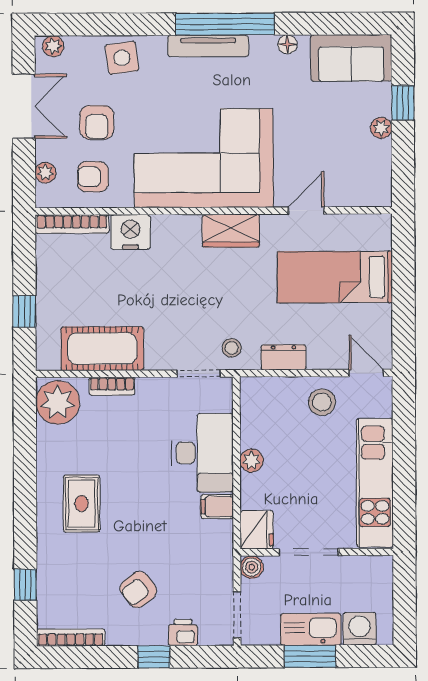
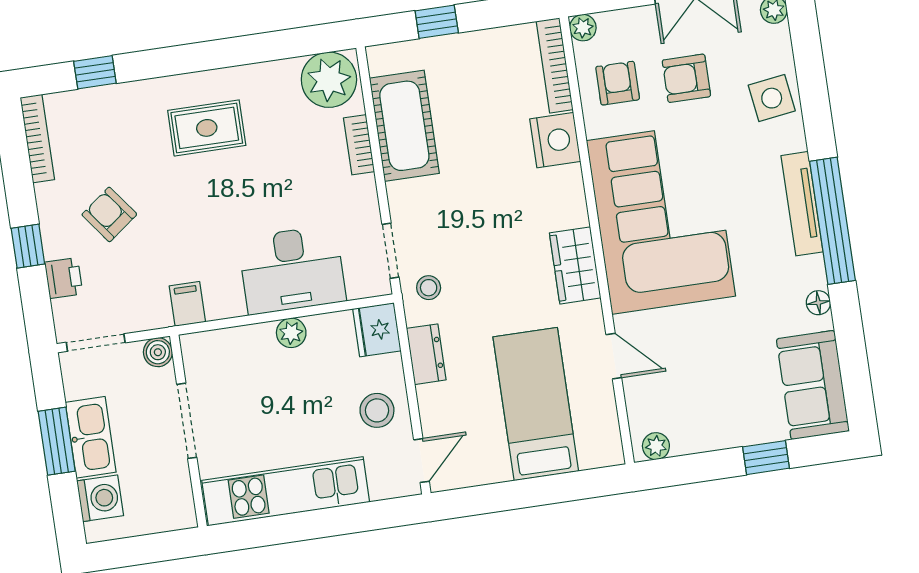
plant: (381, 128) -> (656, 446), moved
plant: (45, 173) -> (583, 28), moved
filing cabinet: (217, 507) -> (187, 304), moved
fridge: (257, 530) -> (377, 330), moved, turned 90

